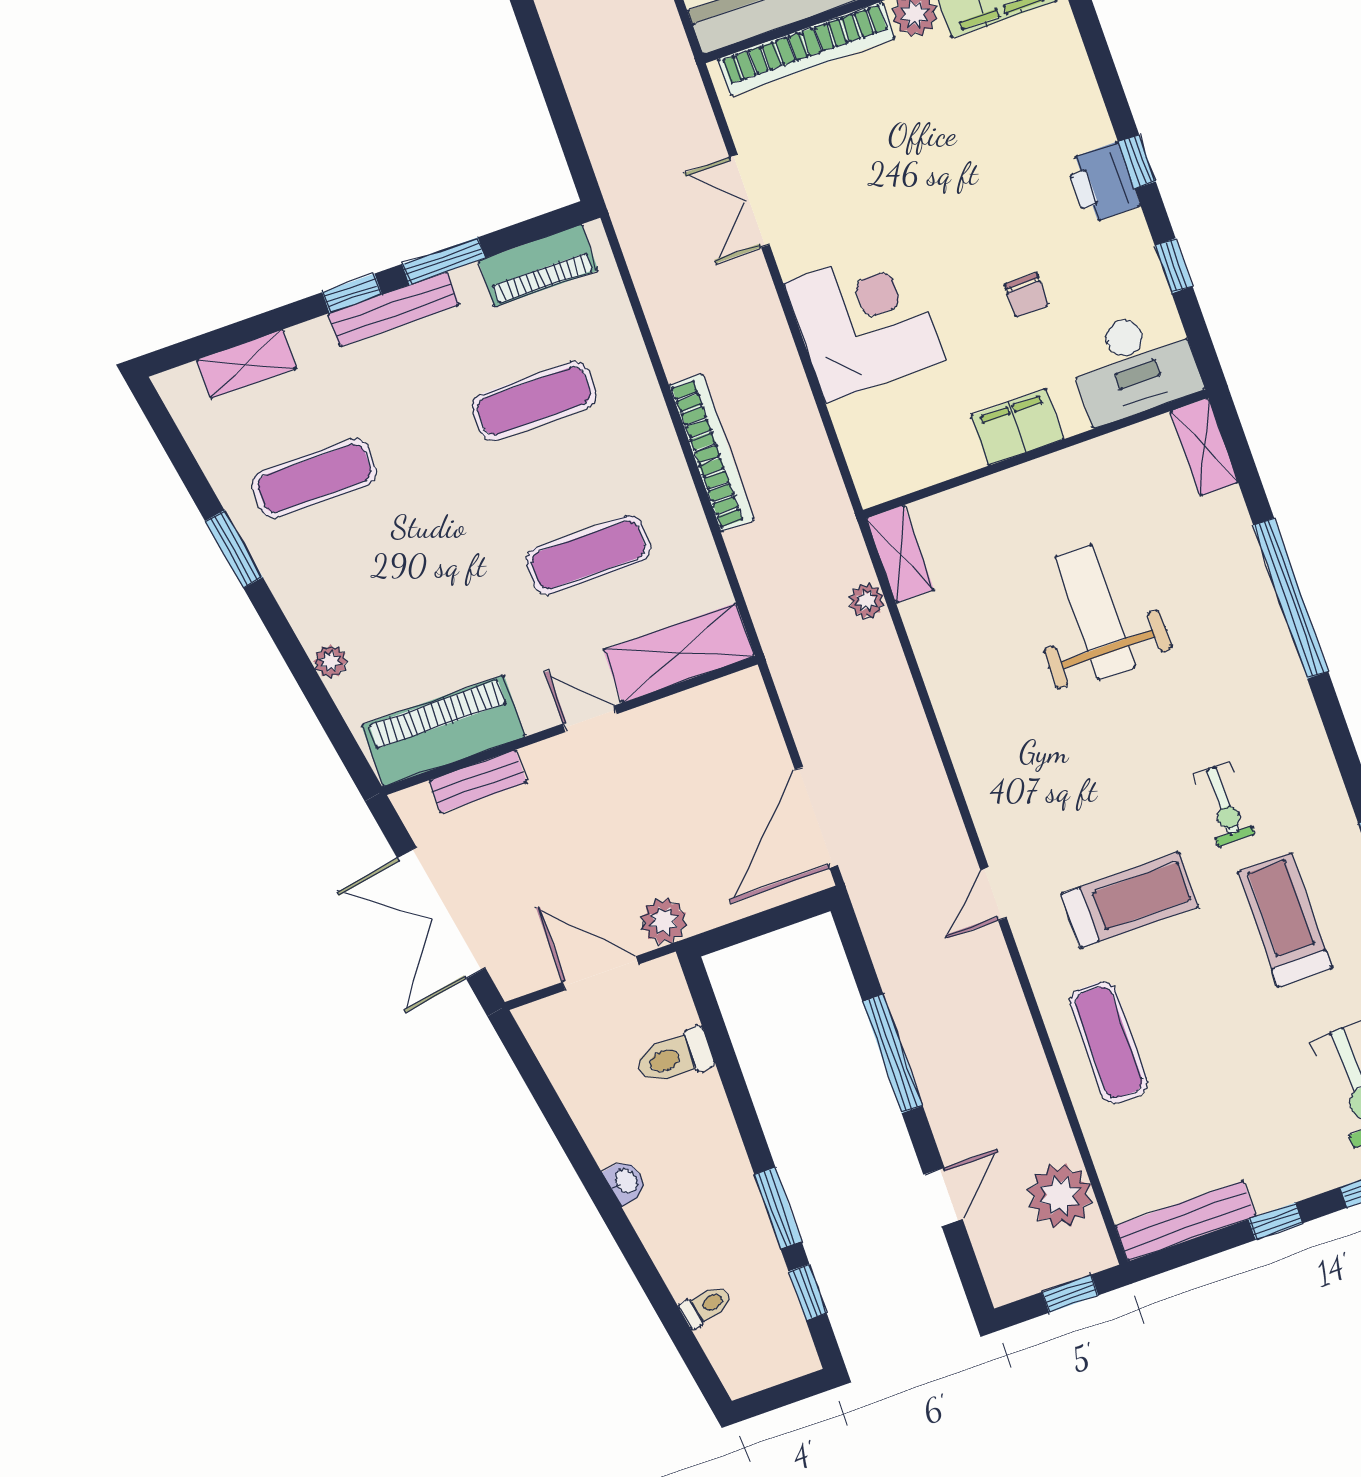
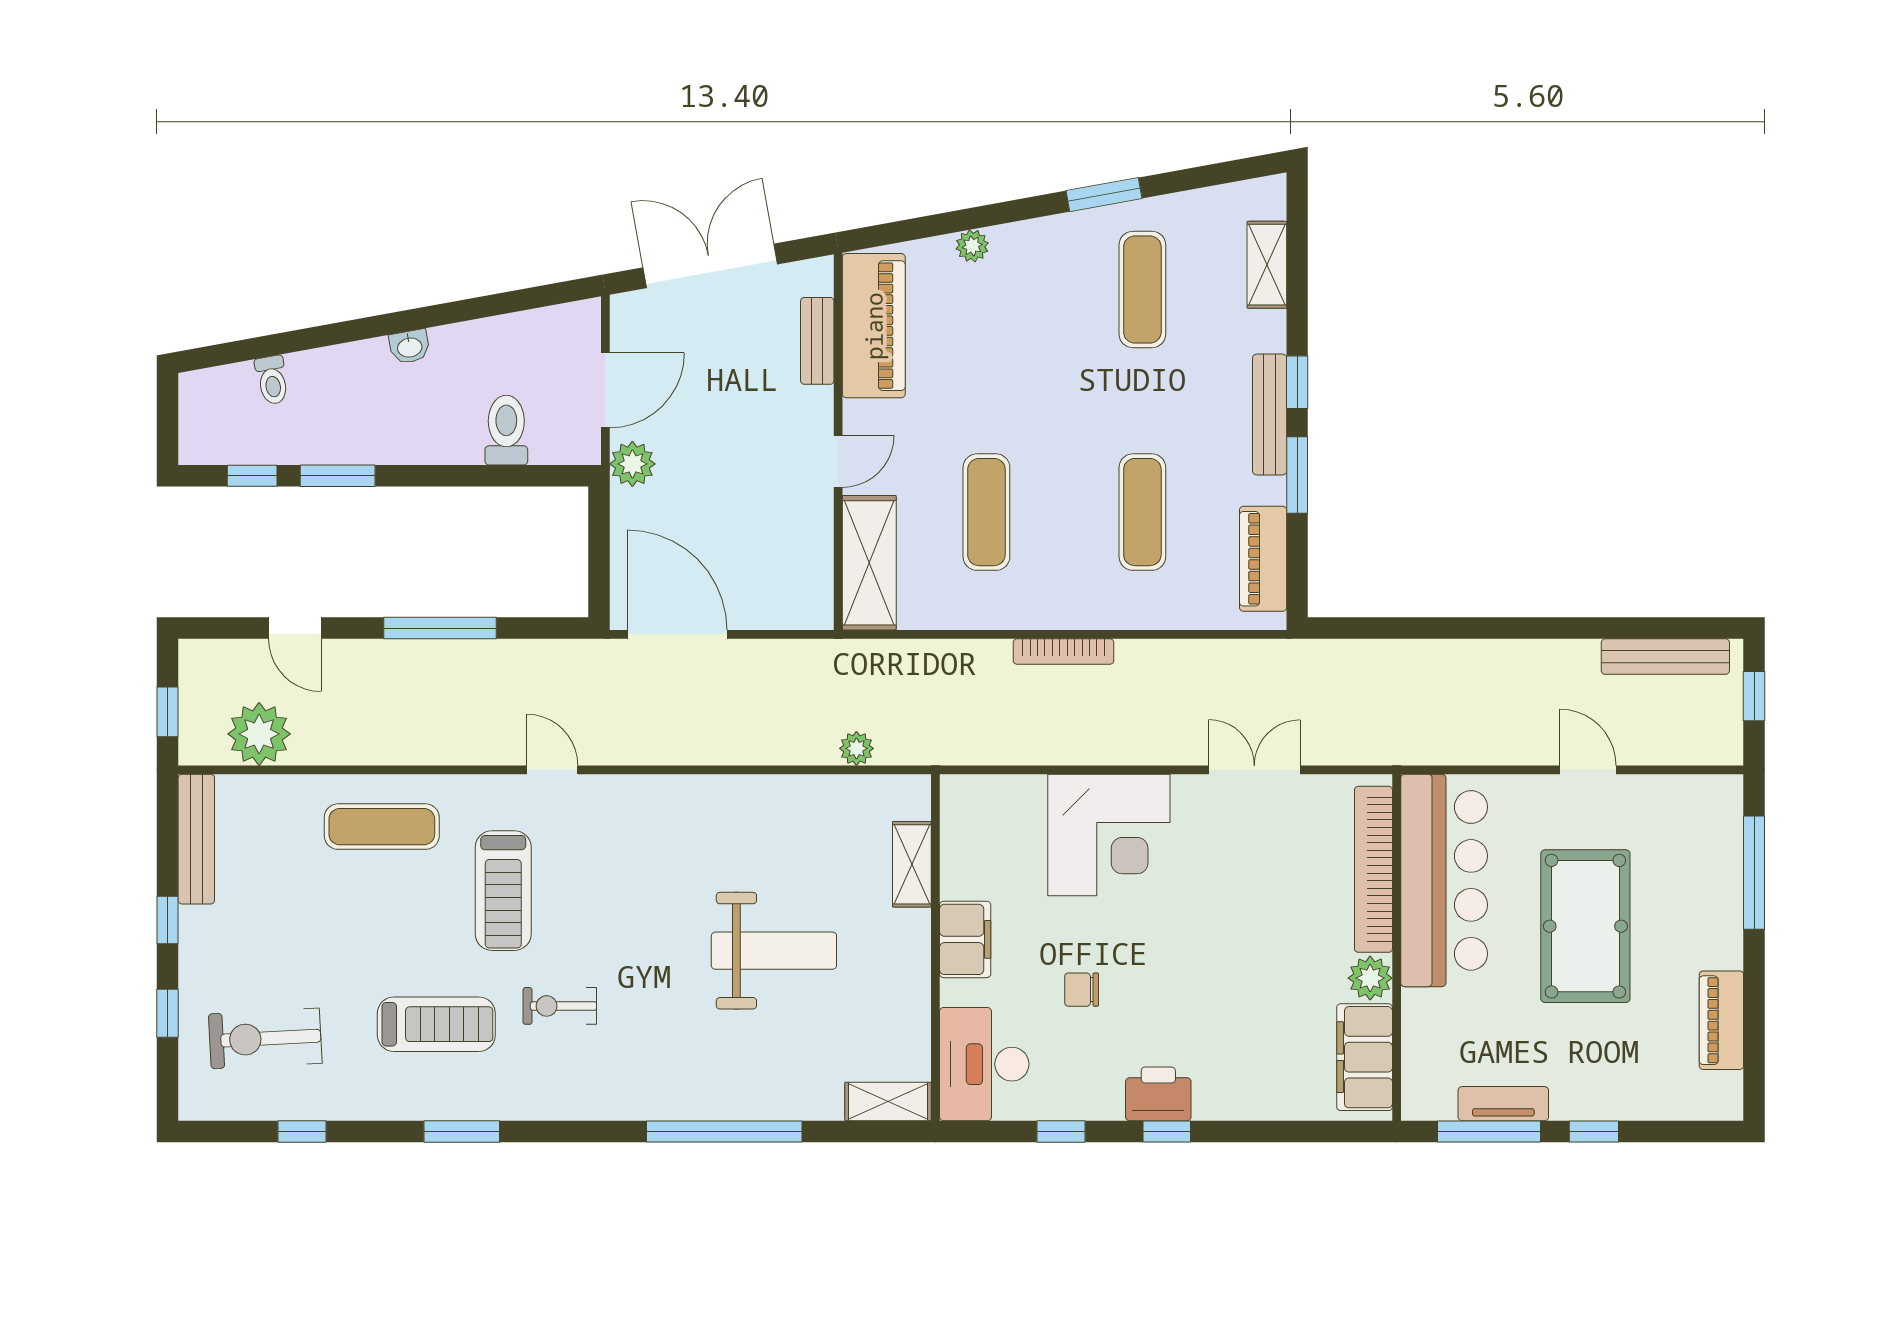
bookcase: (711, 453) -> (1064, 651), width x0.68, depth x0.76
shelving: (900, 554) -> (912, 864), moved, turned 90

